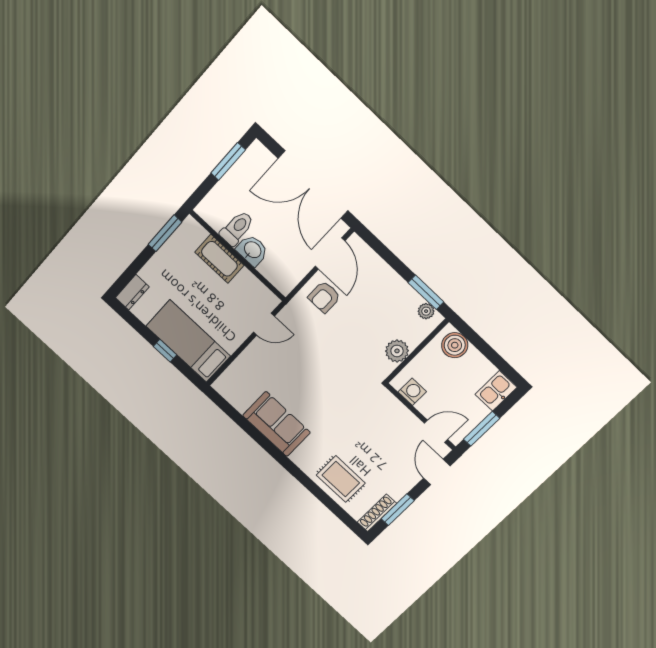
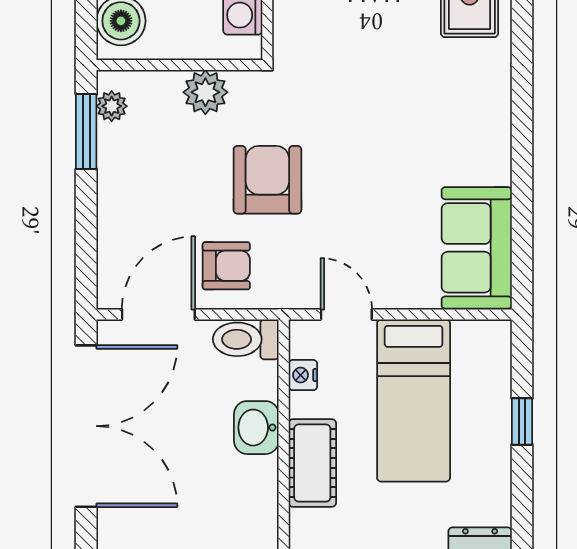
toilet: (237, 228) -> (246, 339), moved
nightstand: (256, 287) -> (303, 375), added
bed: (188, 341) -> (414, 400), moved
armchair: (342, 343) -> (267, 180), added
sofa: (276, 424) -> (477, 248), moved

